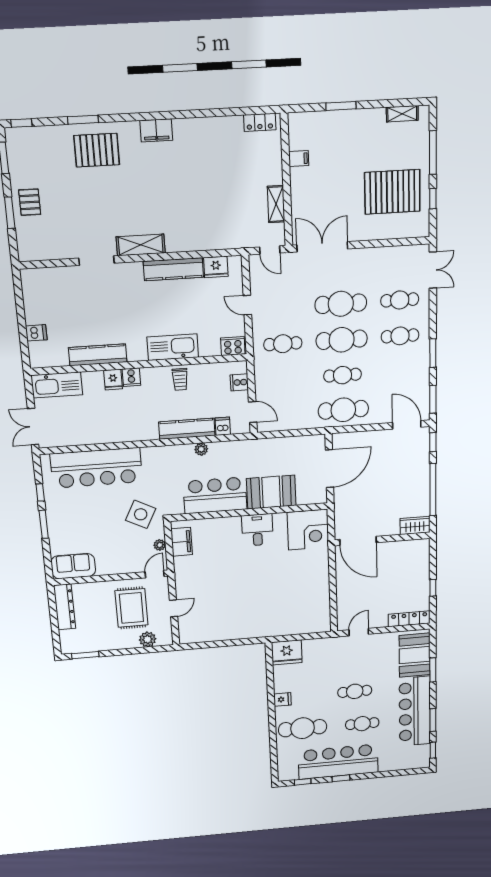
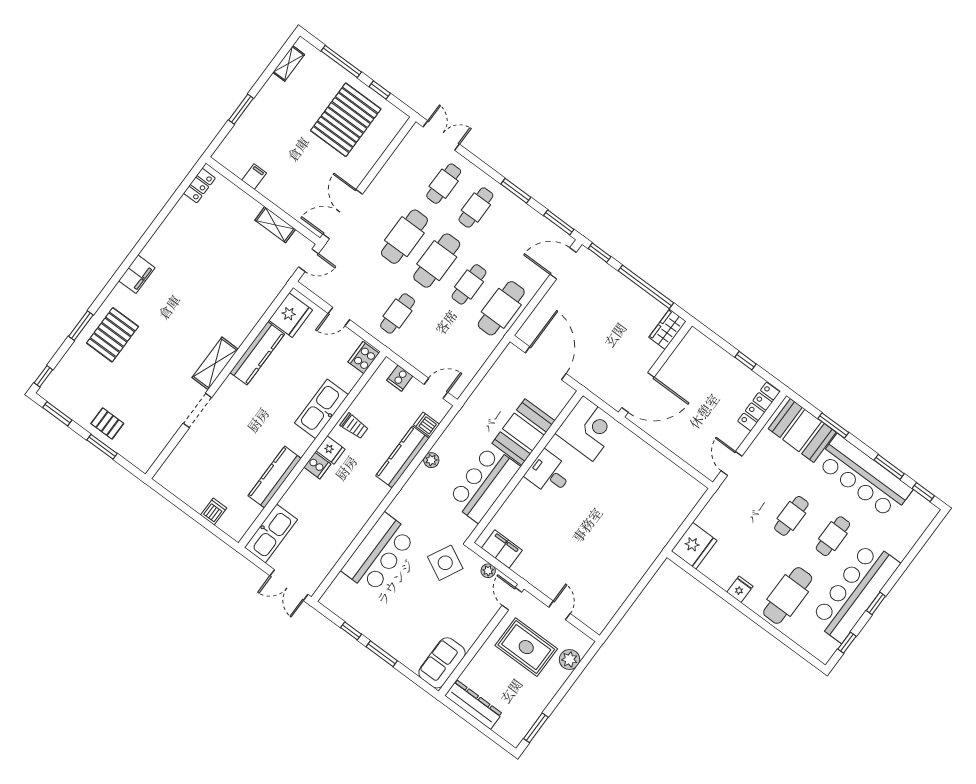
fridge: (216, 267) -> (291, 315), width x1.36, depth x1.34
fridge: (113, 380) -> (331, 450), moved
bar counter: (96, 468) -> (379, 553), width x0.73

